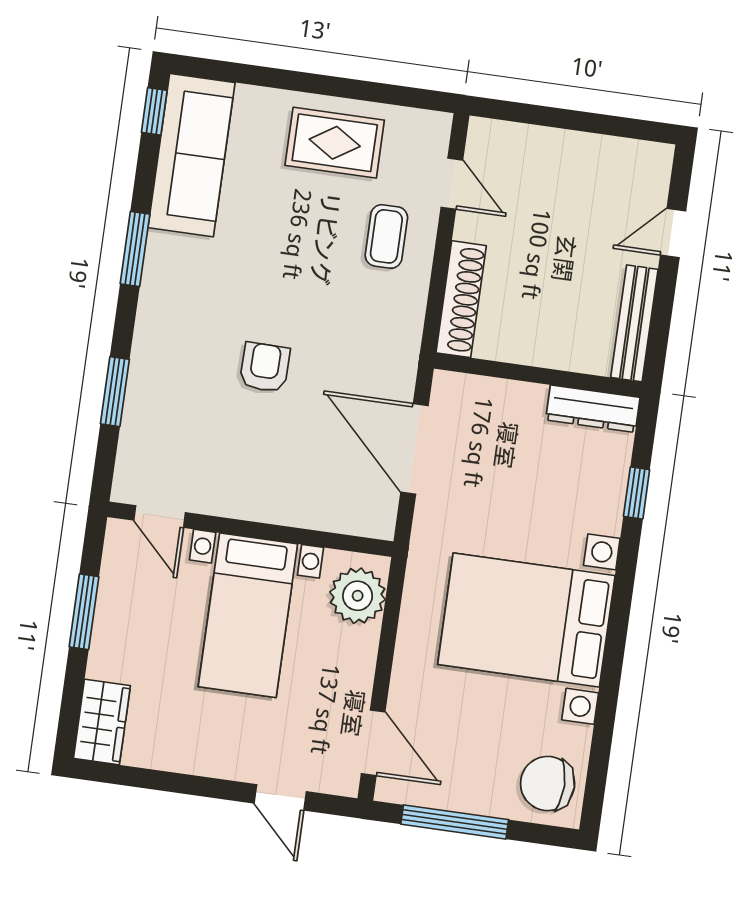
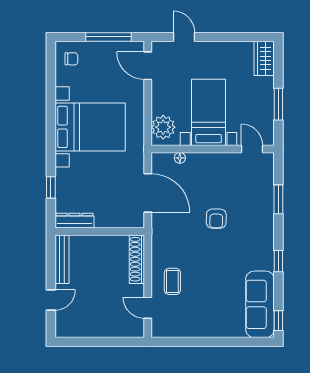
rug: (335, 143) -> (200, 318), removed
window: (135, 249) -> (278, 261), width x0.67
floor lamp: (329, 519) -> (180, 158), added
chair: (548, 783) -> (71, 59), width x0.54, depth x0.54

